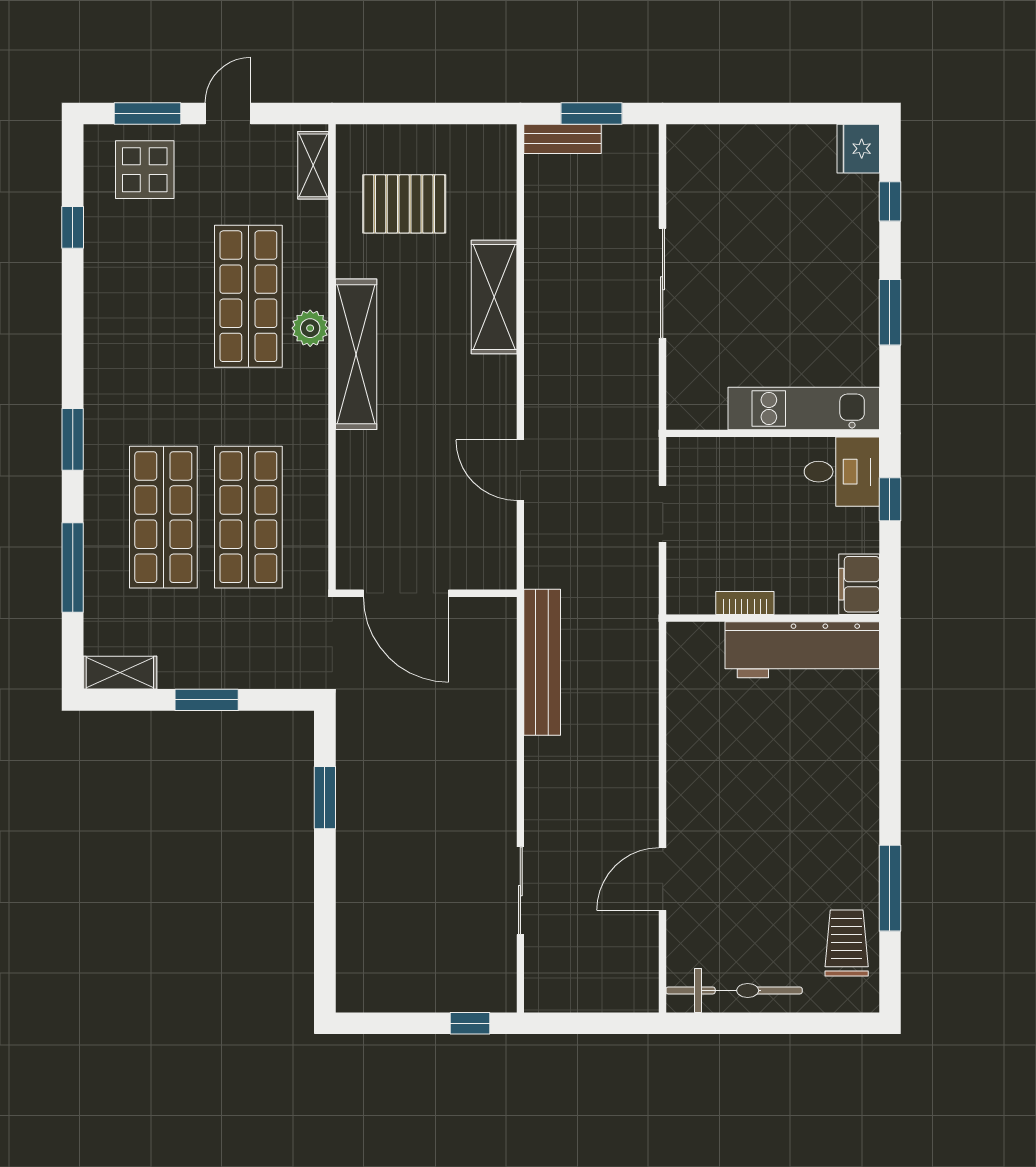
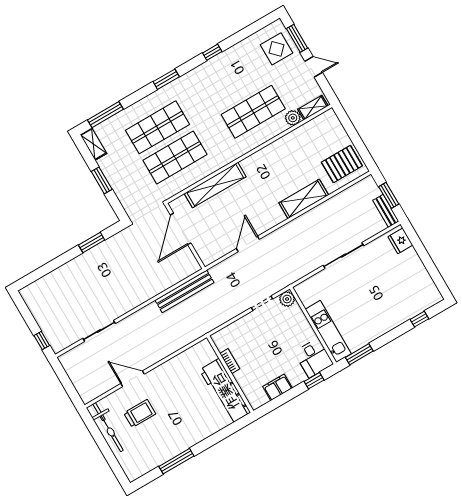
bench: (562, 139) -> (386, 211), moved
fridge: (858, 149) -> (400, 241), moved, turned -90
pallet: (404, 204) -> (342, 164), moved, turned 90
window: (73, 227) -> (212, 52), moved
window: (890, 312) -> (359, 354), moved
plant: (310, 328) -> (293, 118), moved
shelving: (356, 354) -> (215, 185), moved
plant: (685, 455) -> (287, 299), added
window: (73, 568) -> (105, 115), moved
bookcase: (745, 603) -> (230, 361), moved
wall: (773, 618) -> (230, 374), moved
workbench: (802, 650) -> (225, 391), moved
trolley: (847, 943) -> (140, 413), moved

